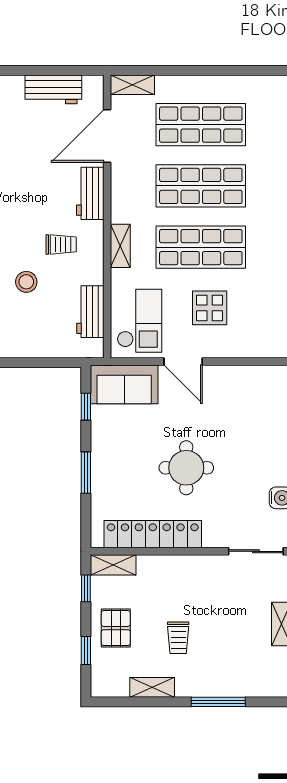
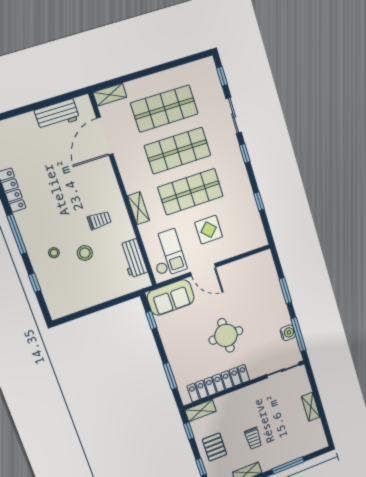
workbench: (90, 193) -> (107, 179), removed
window: (86, 473) -> (170, 376), moved

